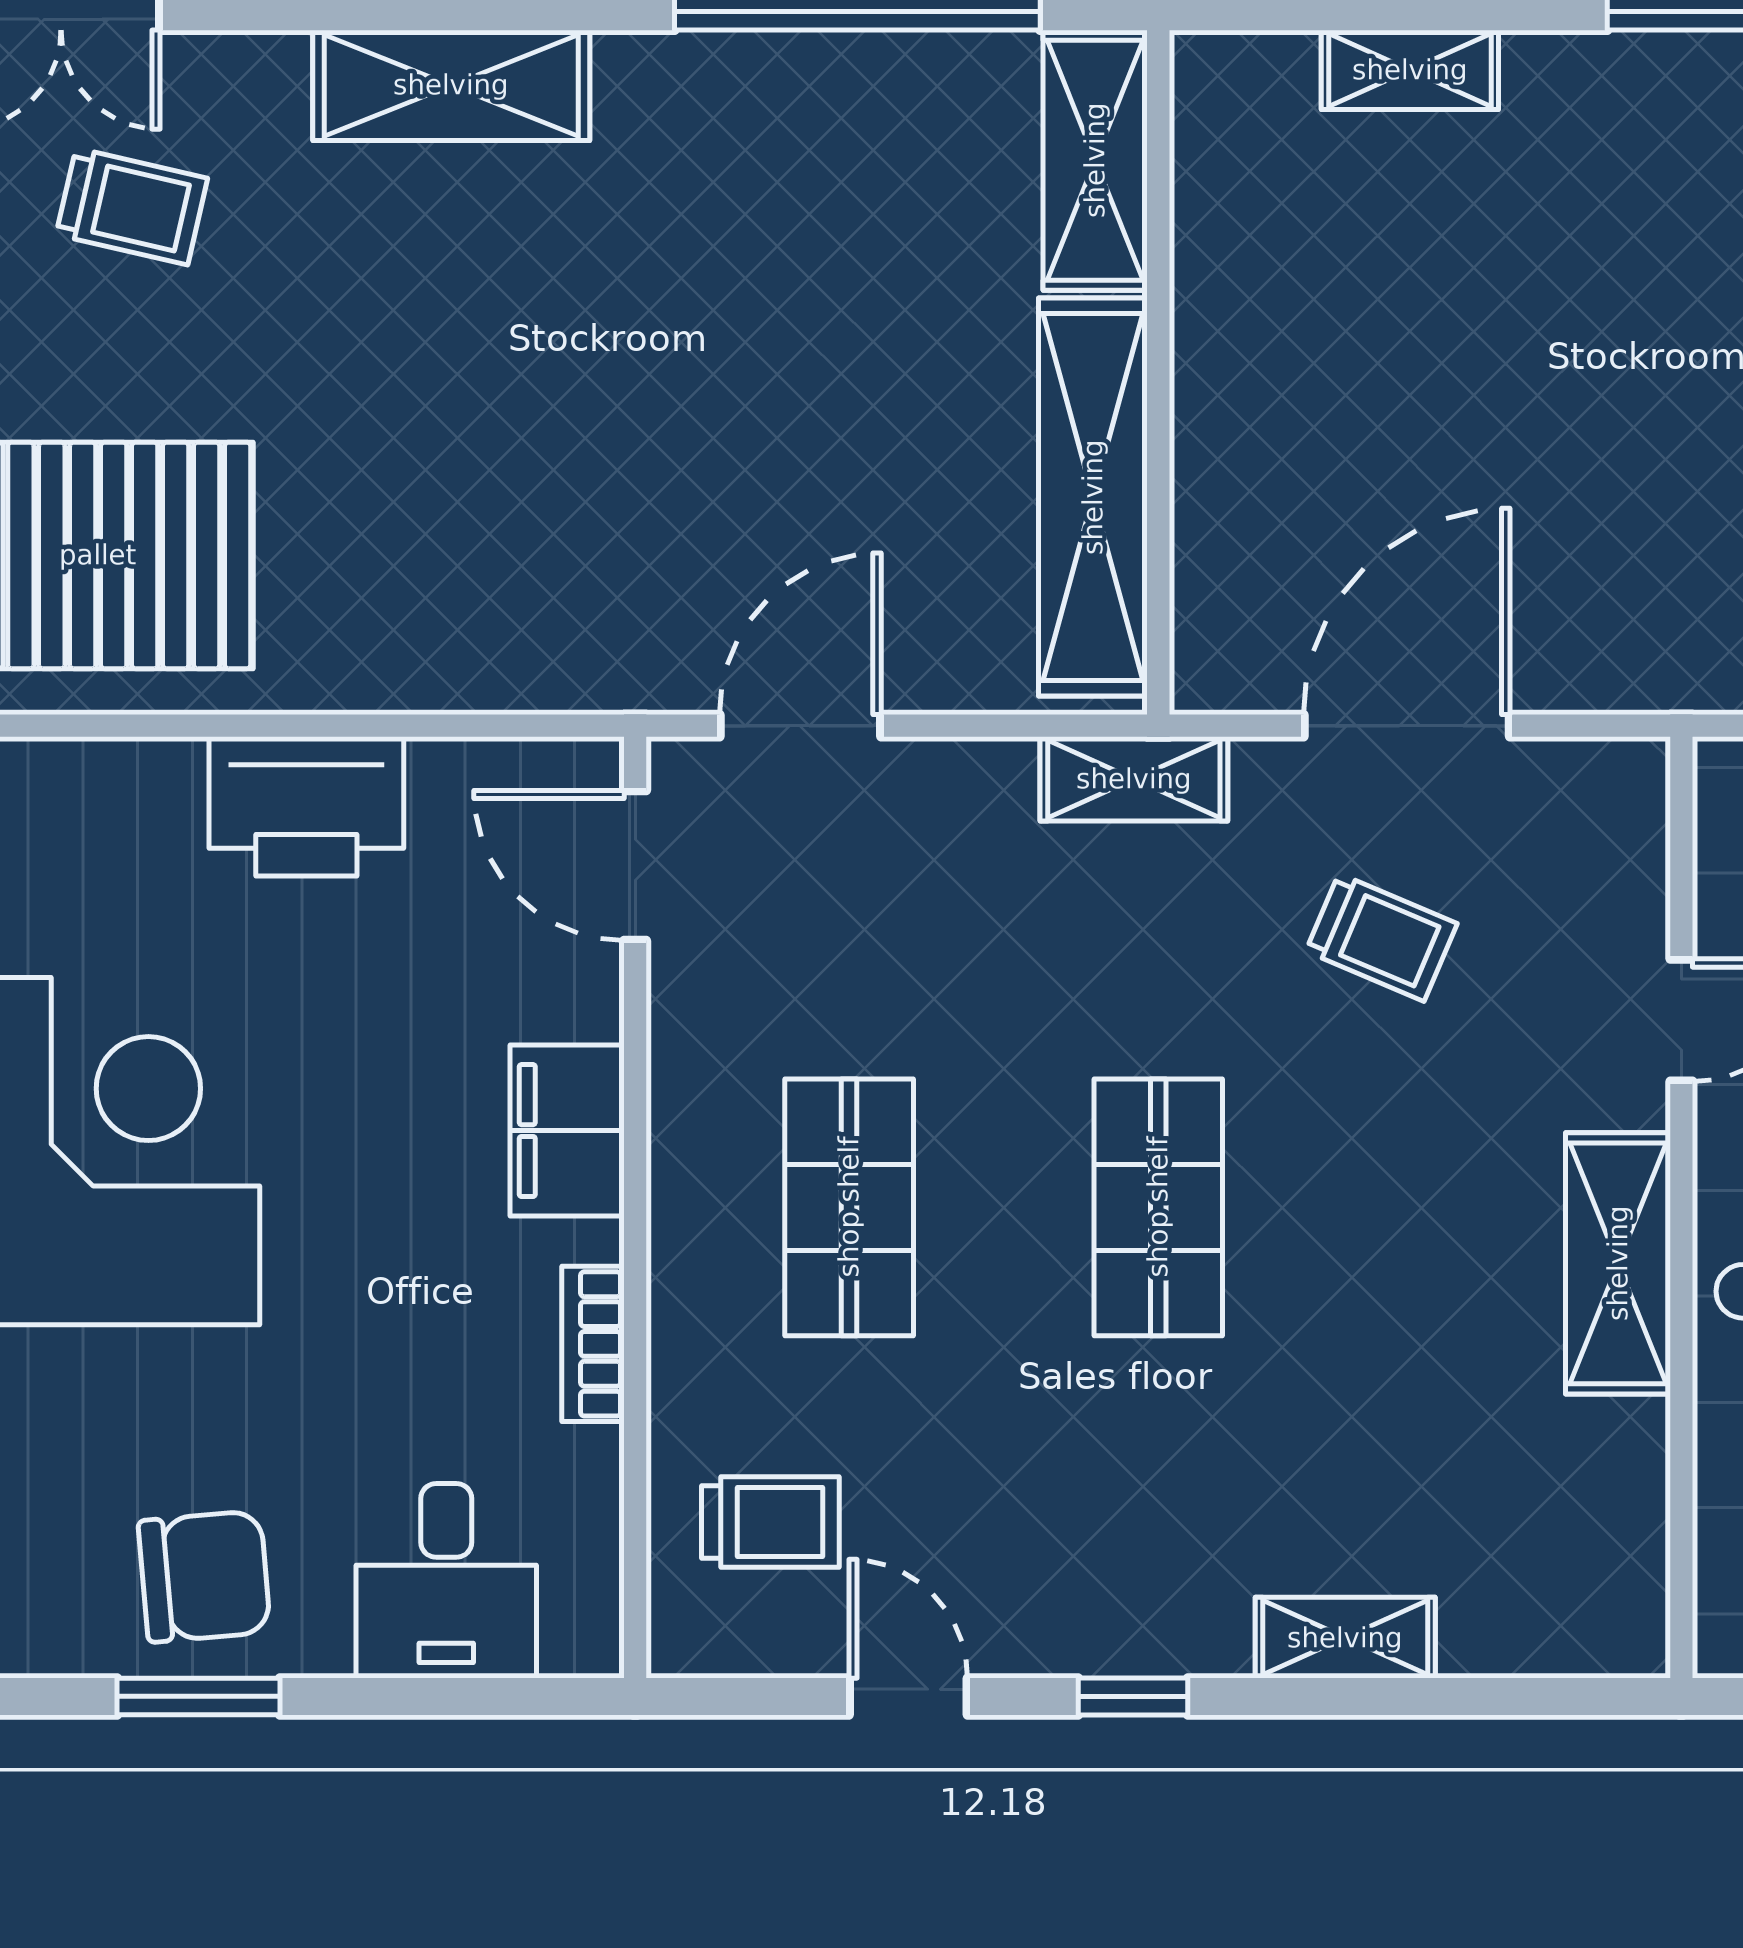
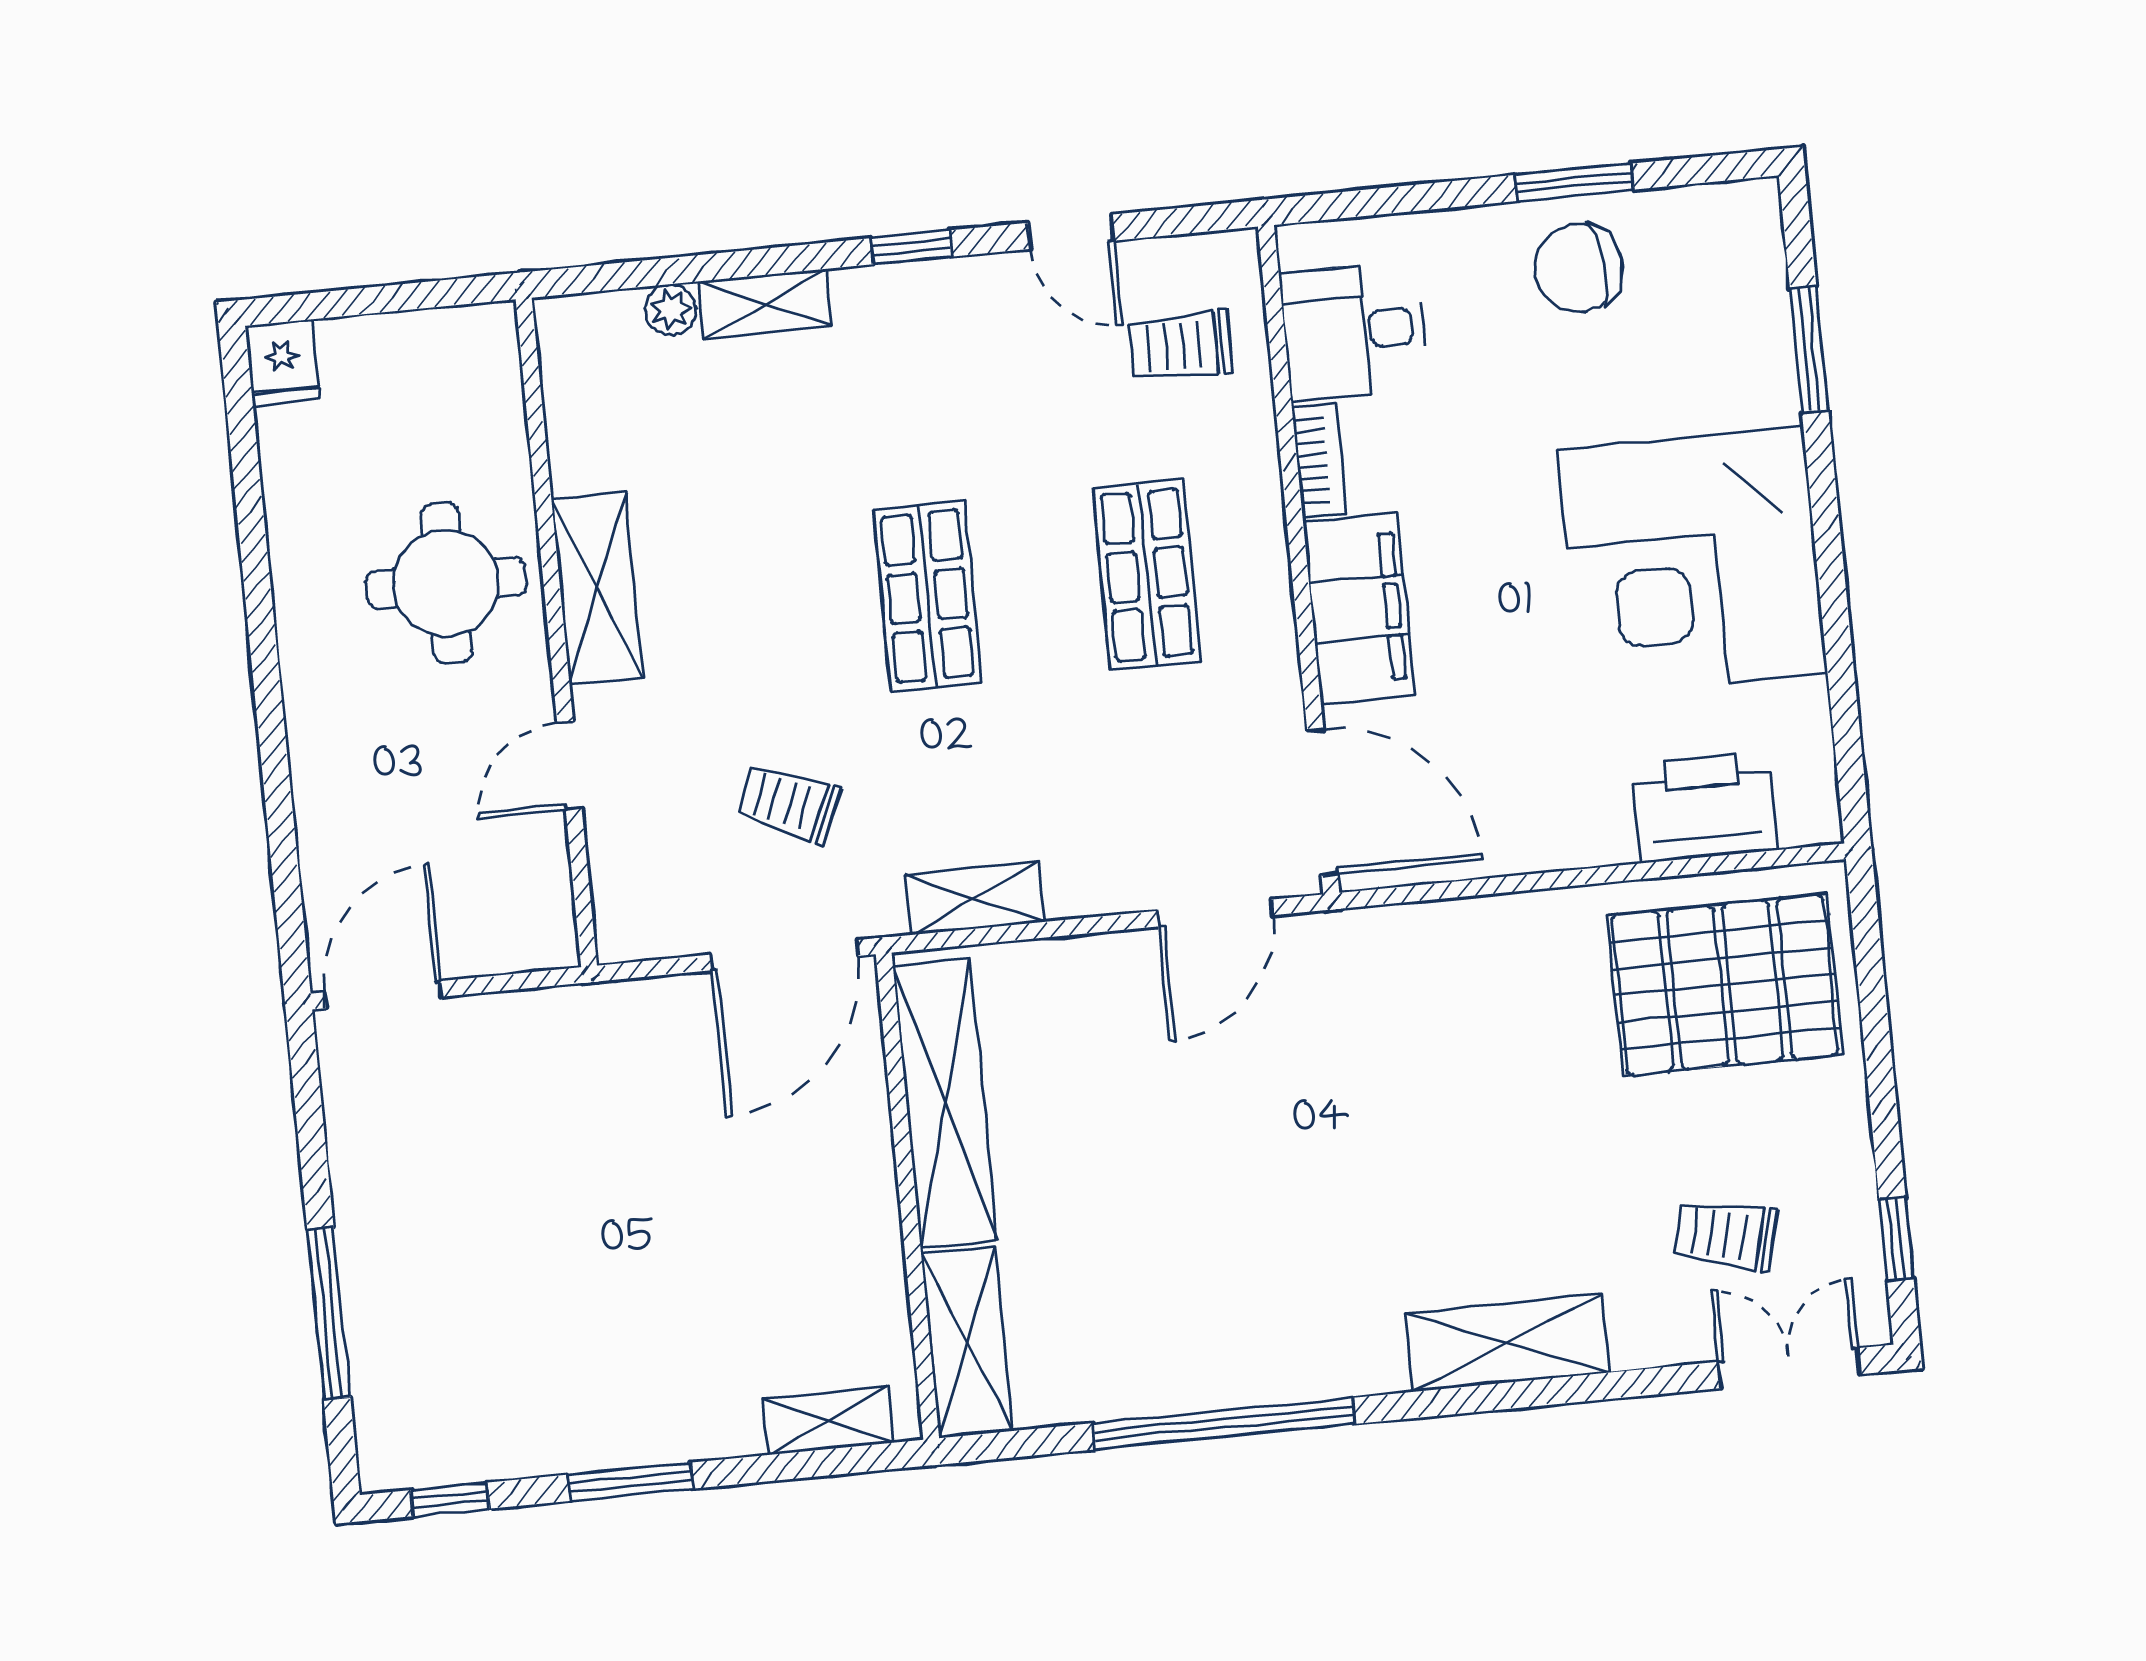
shelving: (1095, 160) -> (967, 1342), moved
wall: (1158, 372) -> (907, 1196), moved
shelving: (1093, 497) -> (945, 1103), moved
printer: (306, 806) -> (1705, 807), moved
door: (635, 865) -> (1322, 802), width x1.36
filing cabinet: (567, 1131) -> (1359, 609), width x1.50, depth x1.17
desk: (446, 1581) -> (1354, 331), moved, turned -90
plant: (1478, 1642) -> (670, 310), added

